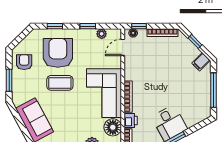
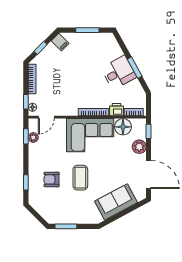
window: (88, 26) -> (26, 136), moved
door: (123, 47) -> (46, 117), hinge flipped
armchair: (58, 53) -> (52, 179), width x0.53, depth x0.53
armchair: (24, 62) -> (60, 212), removed
window: (9, 80) -> (66, 226), moved
window: (213, 90) -> (87, 30), width x0.69

